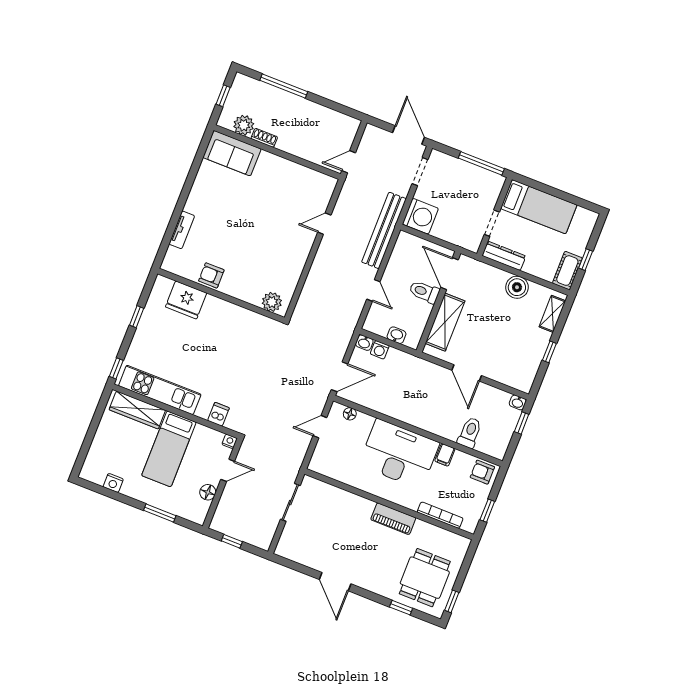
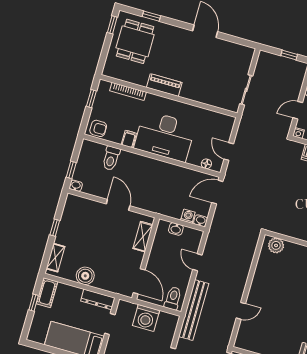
washing machine: (420, 216) -> (146, 318), moved, turned -90
toilet: (424, 292) -> (173, 298), moved, turned -90
shelving: (445, 322) -> (143, 237), width x0.67, depth x0.75
door: (320, 427) -> (229, 151), swing flipped

